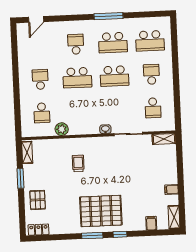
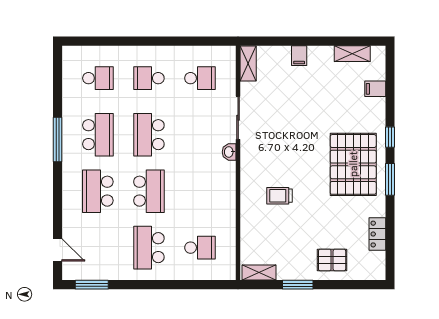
school desk: (150, 41) -> (98, 78), width x0.54
window: (14, 43) -> (92, 285), added
school desk: (76, 44) -> (98, 191), width x1.85
school desk: (114, 76) -> (149, 135), turned 180
school desk: (40, 79) -> (149, 248), width x1.85
plant: (62, 129) -> (226, 218), removed
filing cabinet: (172, 190) -> (299, 56), moved
shelving: (174, 217) -> (352, 54), moved
locker: (38, 230) -> (377, 234), moved

